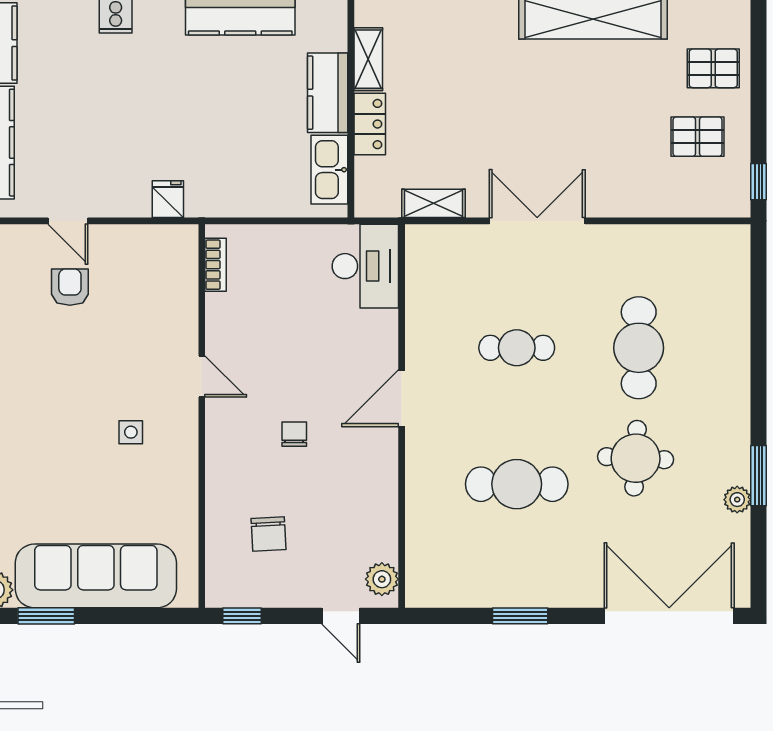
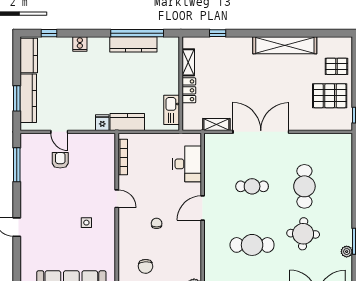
kitchen counter: (328, 93) -> (127, 122), moved, turned 90
pallet: (698, 137) -> (330, 96), width x1.50, depth x1.42
double door: (537, 221) -> (261, 132), width x1.36
bookcase: (216, 265) -> (123, 157), width x1.56
desk: (365, 266) -> (187, 164), moved

